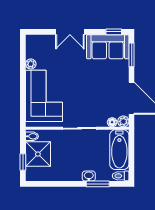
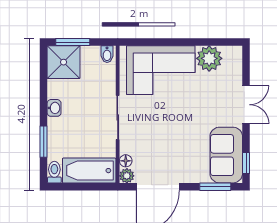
double door: (70, 32) -> (246, 105), swing flipped
plant: (31, 64) -> (209, 58), width x1.88, depth x1.88
shower: (38, 154) -> (64, 62), moved
window: (23, 162) -> (73, 42), width x1.50
washbasin: (89, 176) -> (54, 108), moved

